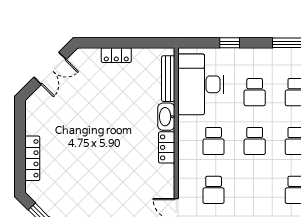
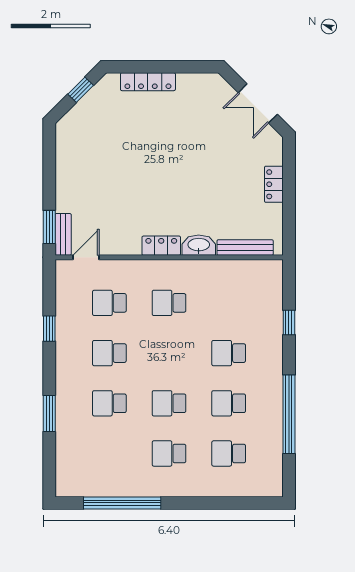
desk: (201, 84) -> (238, 287), removed
school desk: (255, 141) -> (109, 353), moved

